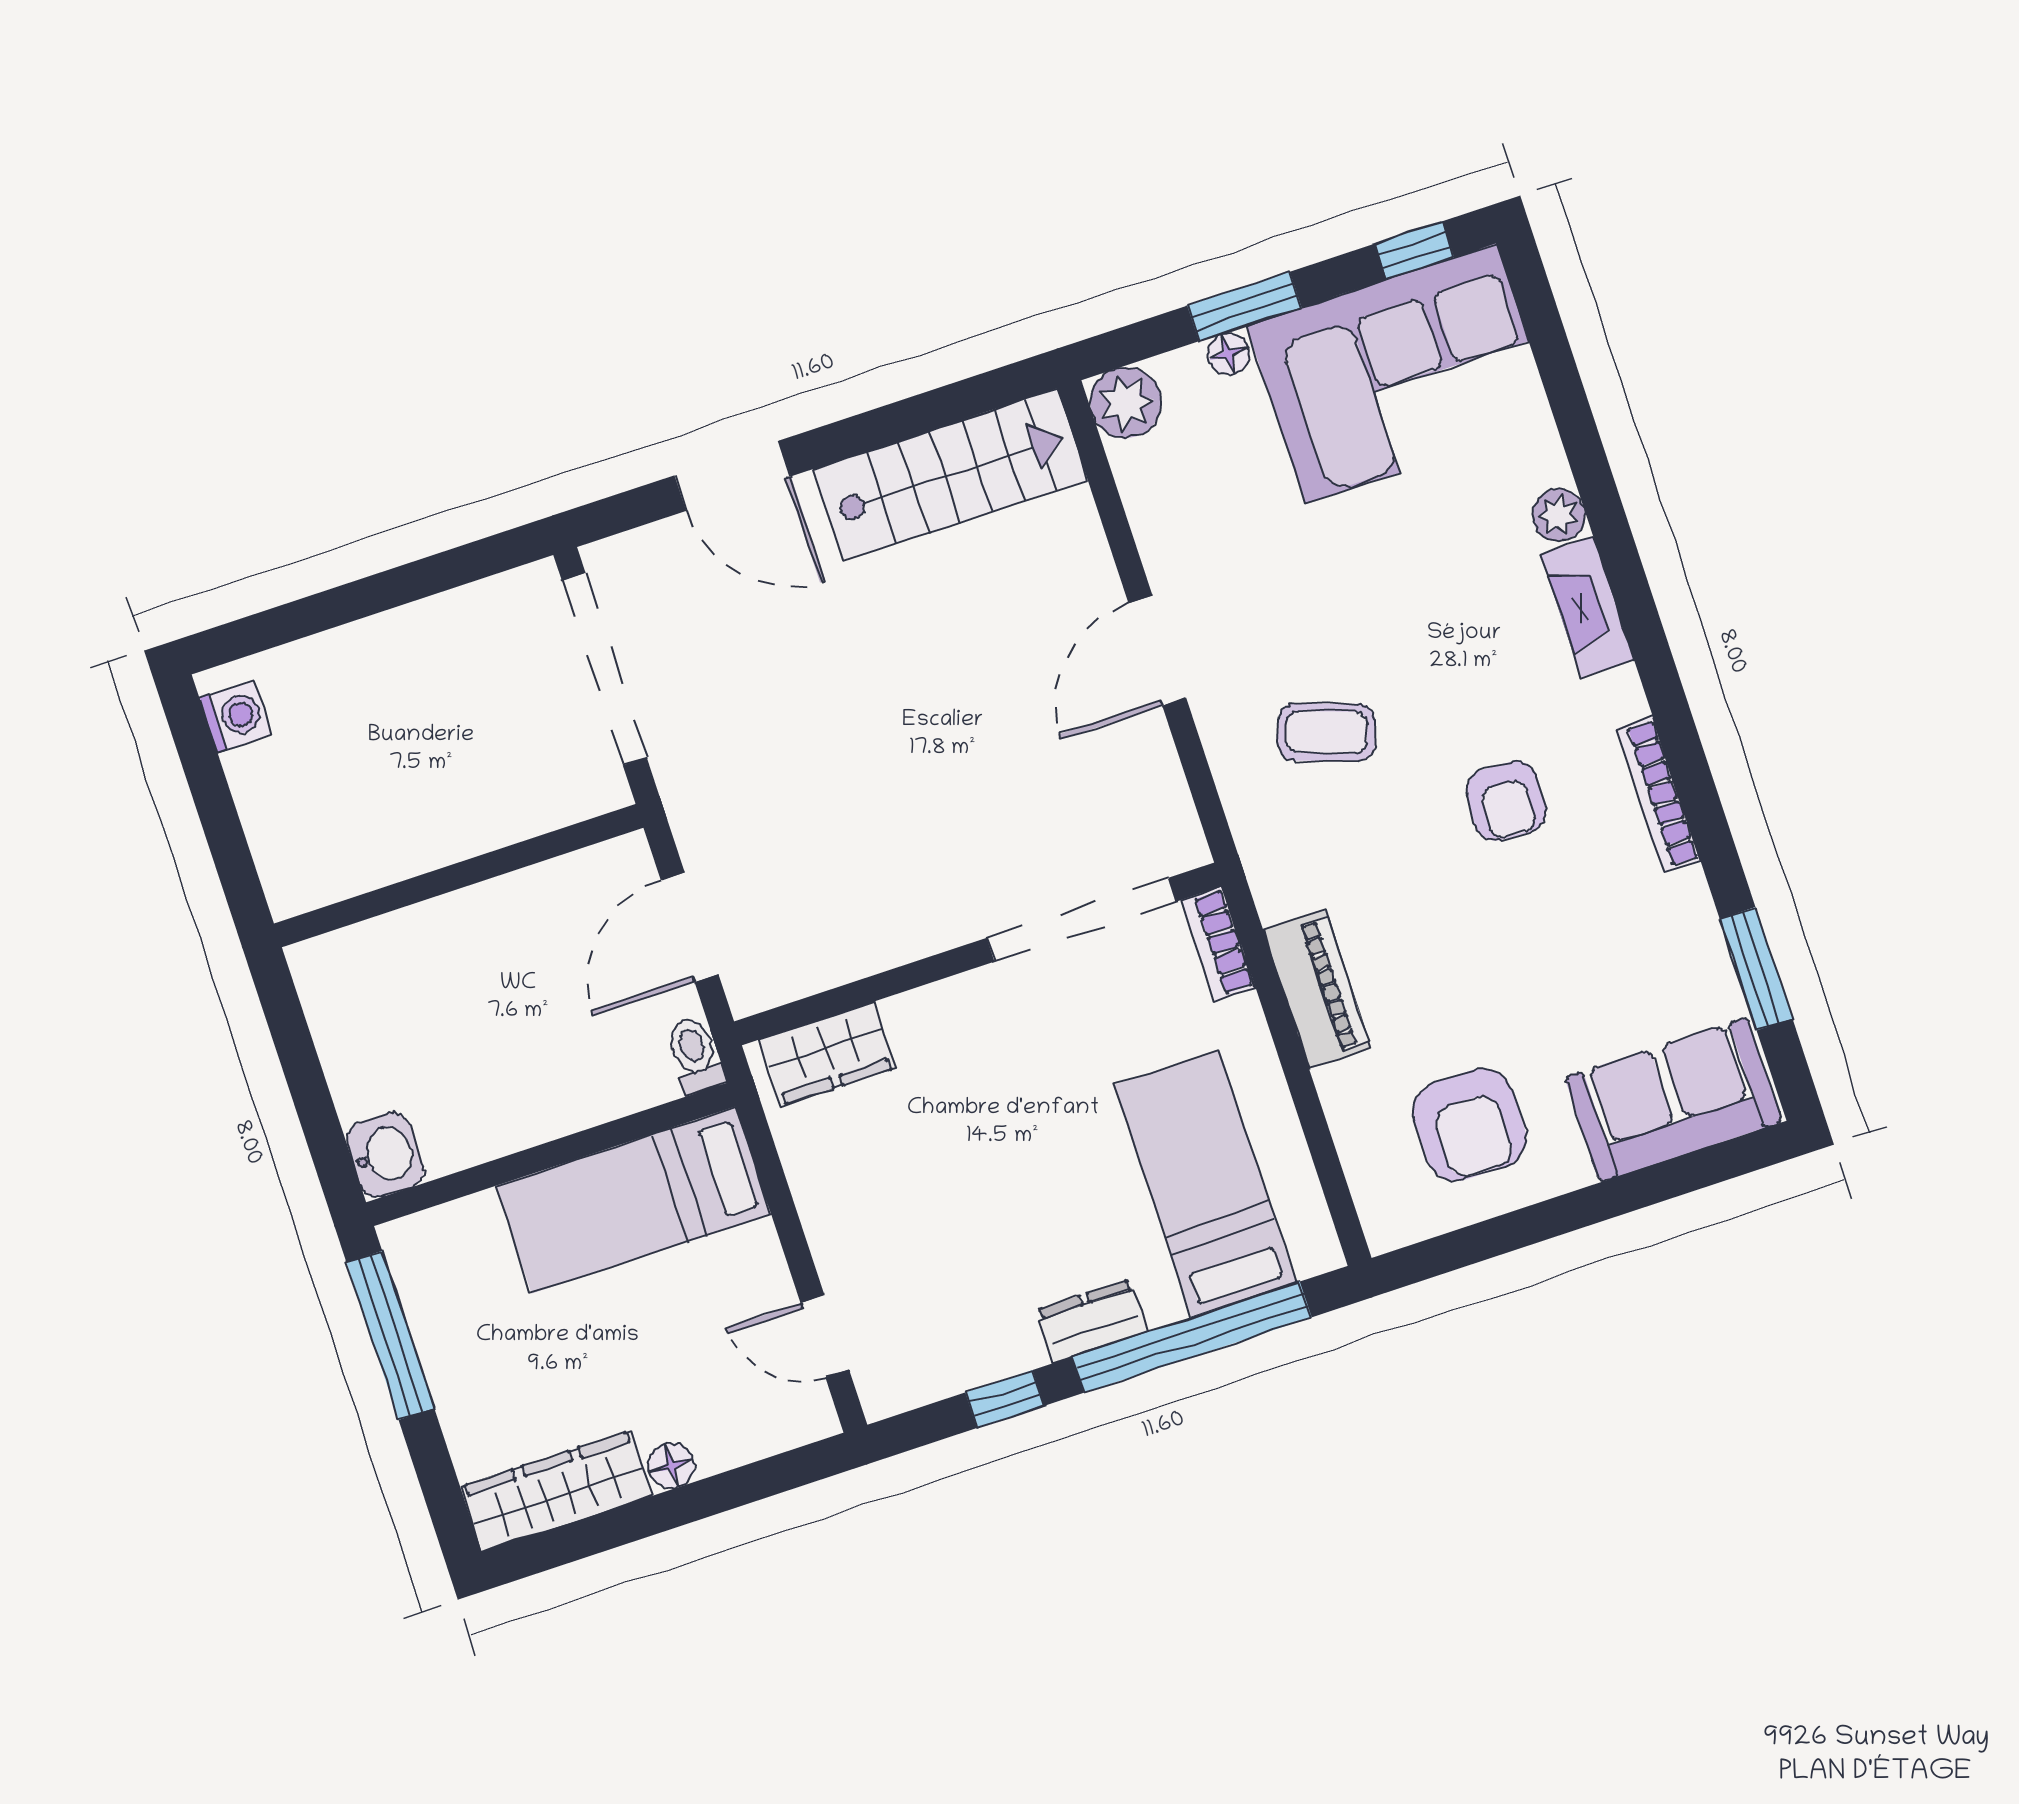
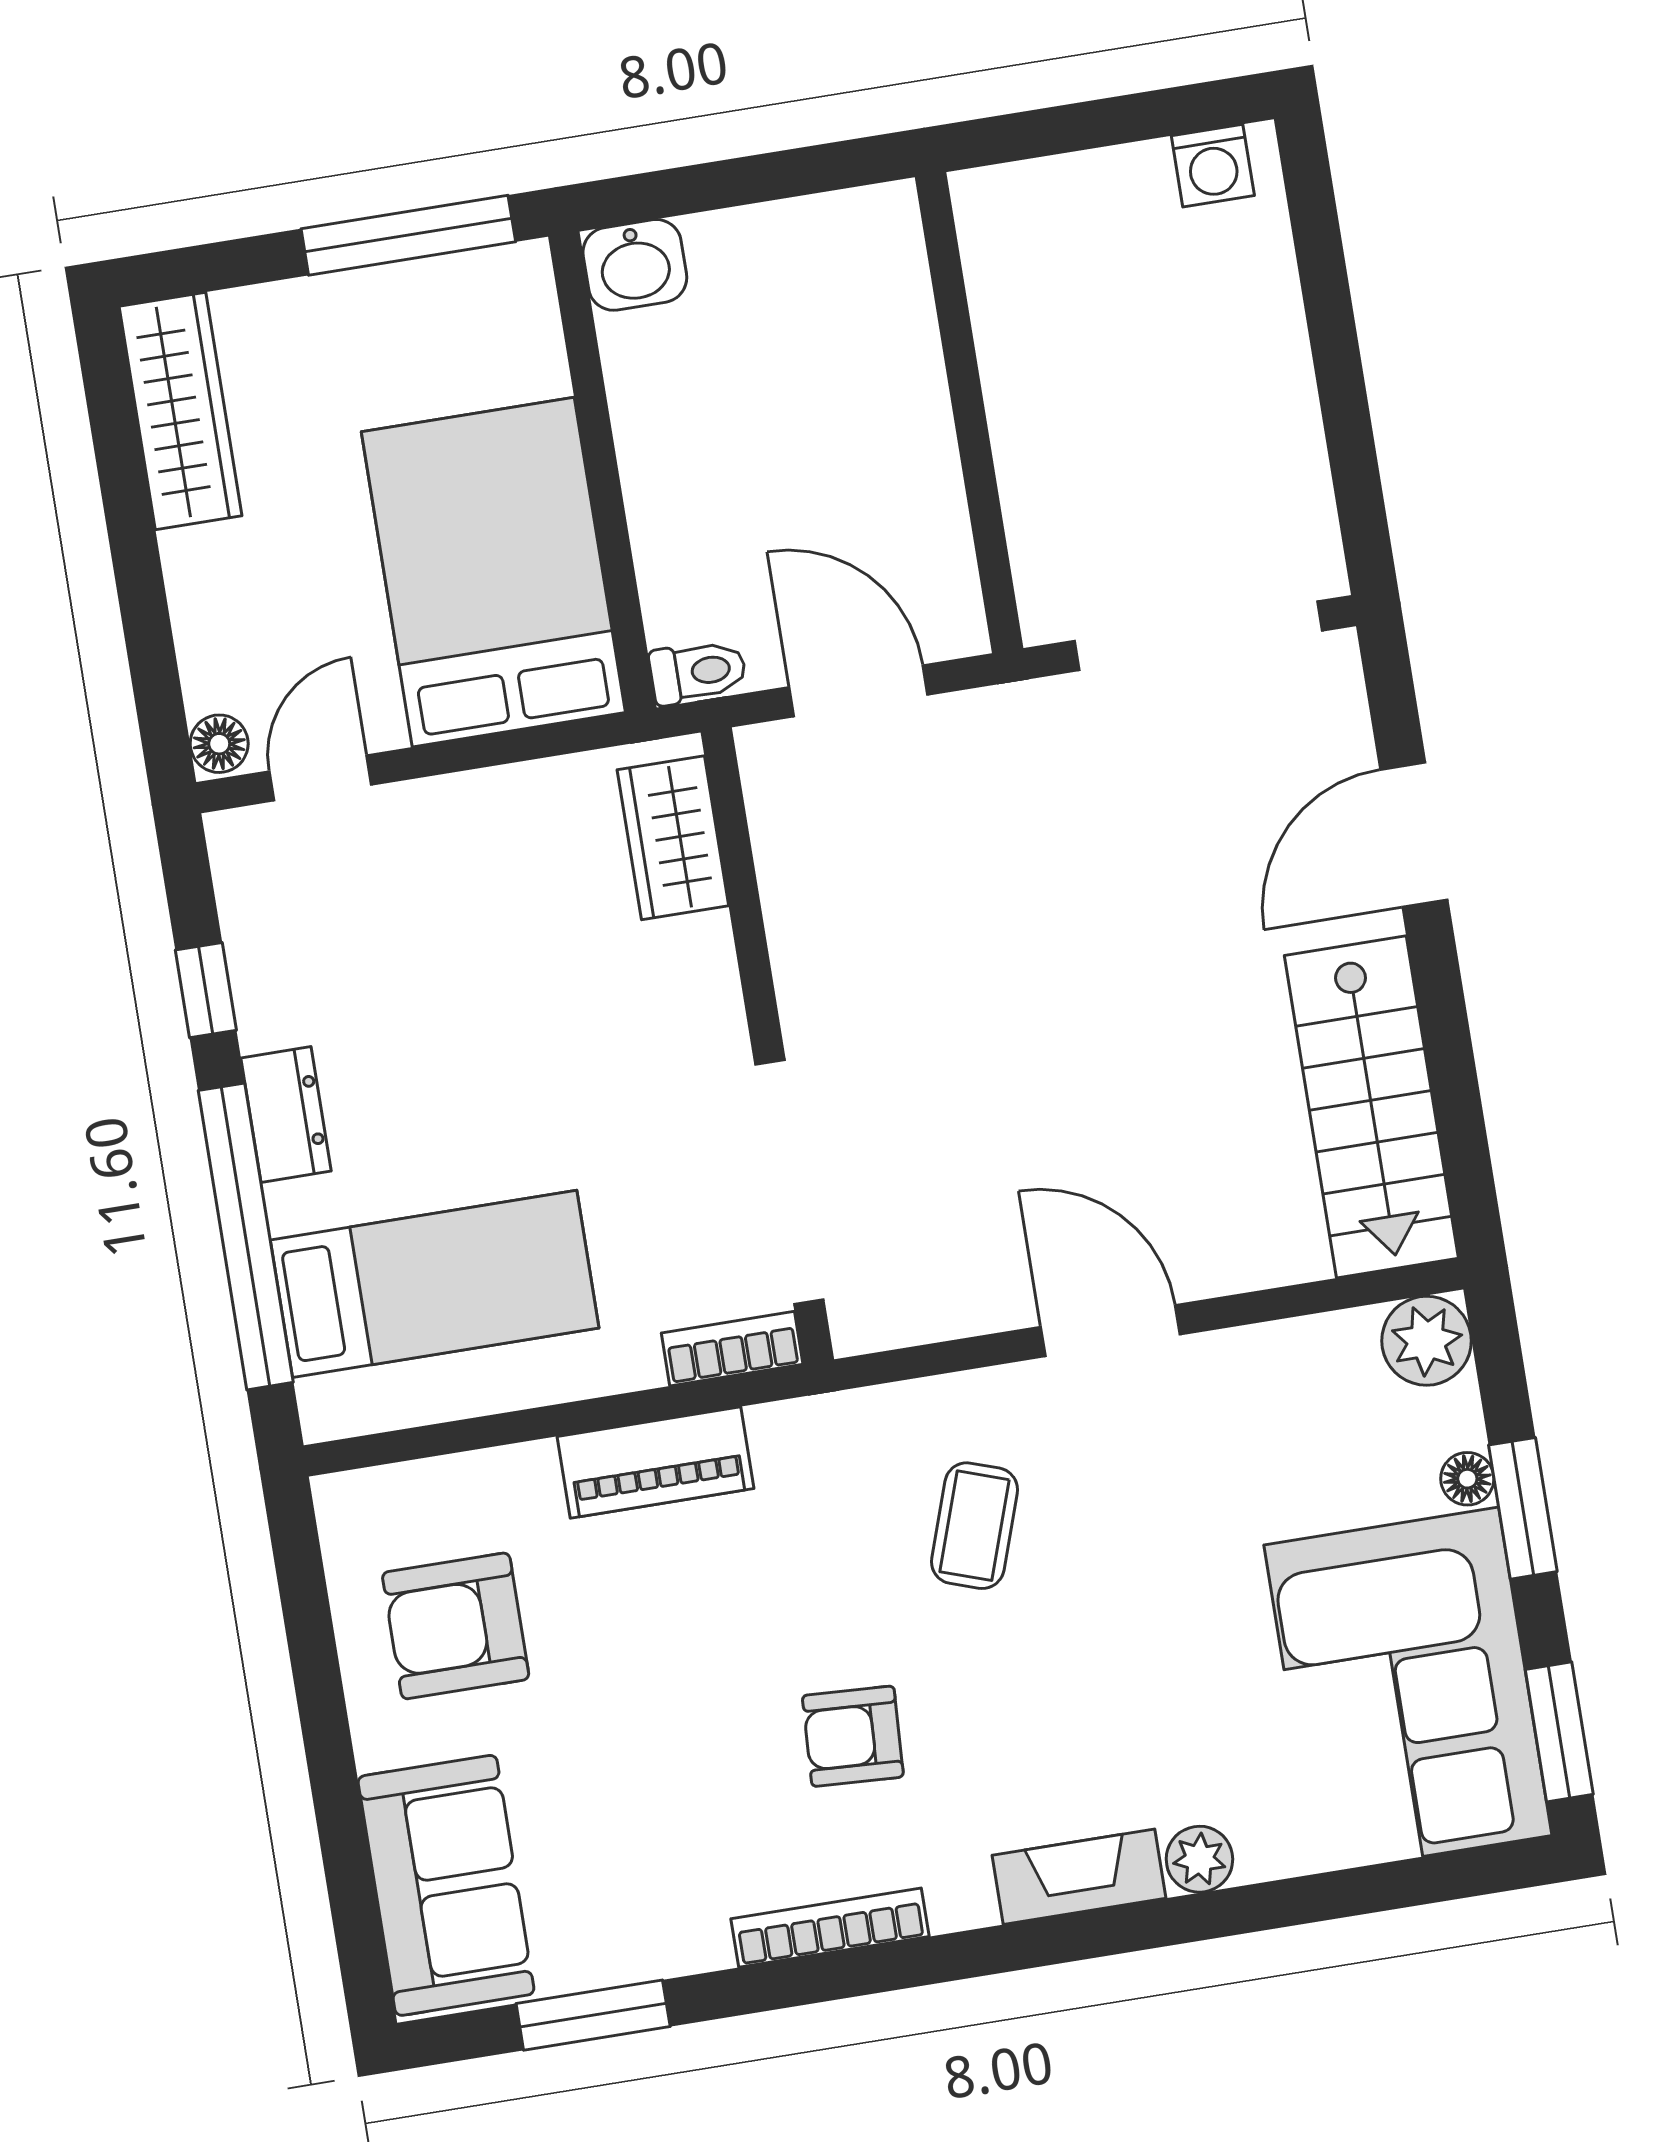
window: (1414, 250) -> (1559, 1732), width x1.50
bed: (634, 1200) -> (493, 572), width x1.50
floor lamp: (671, 1466) -> (219, 744), moved

